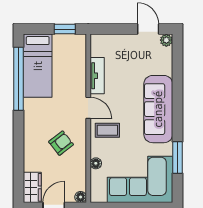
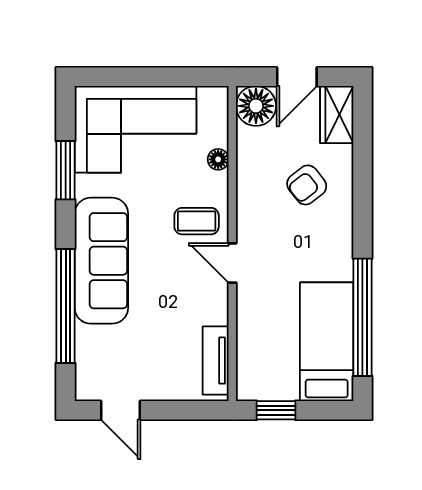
plant: (166, 40) -> (86, 389), removed
tv unit: (97, 76) -> (216, 361), moved
window: (178, 85) -> (66, 306), added
armchair: (61, 143) -> (307, 185), moved
floor lamp: (81, 197) -> (256, 106), width x1.89, depth x1.89

